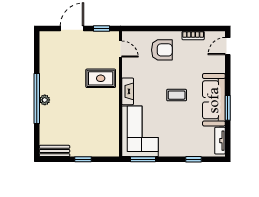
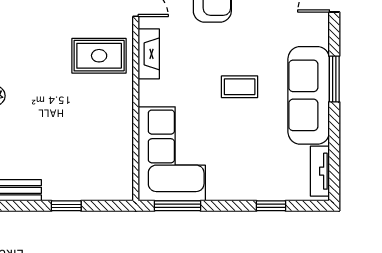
fireplace: (128, 91) -> (149, 54), moved
window: (228, 108) -> (334, 79), moved

